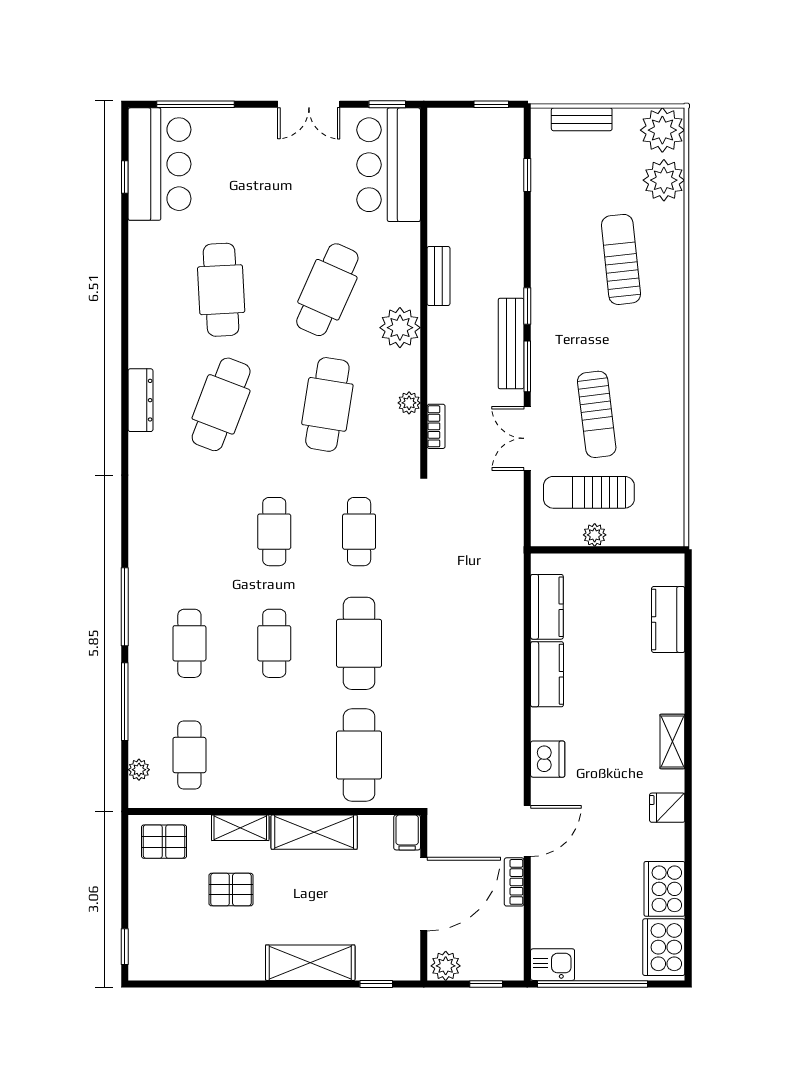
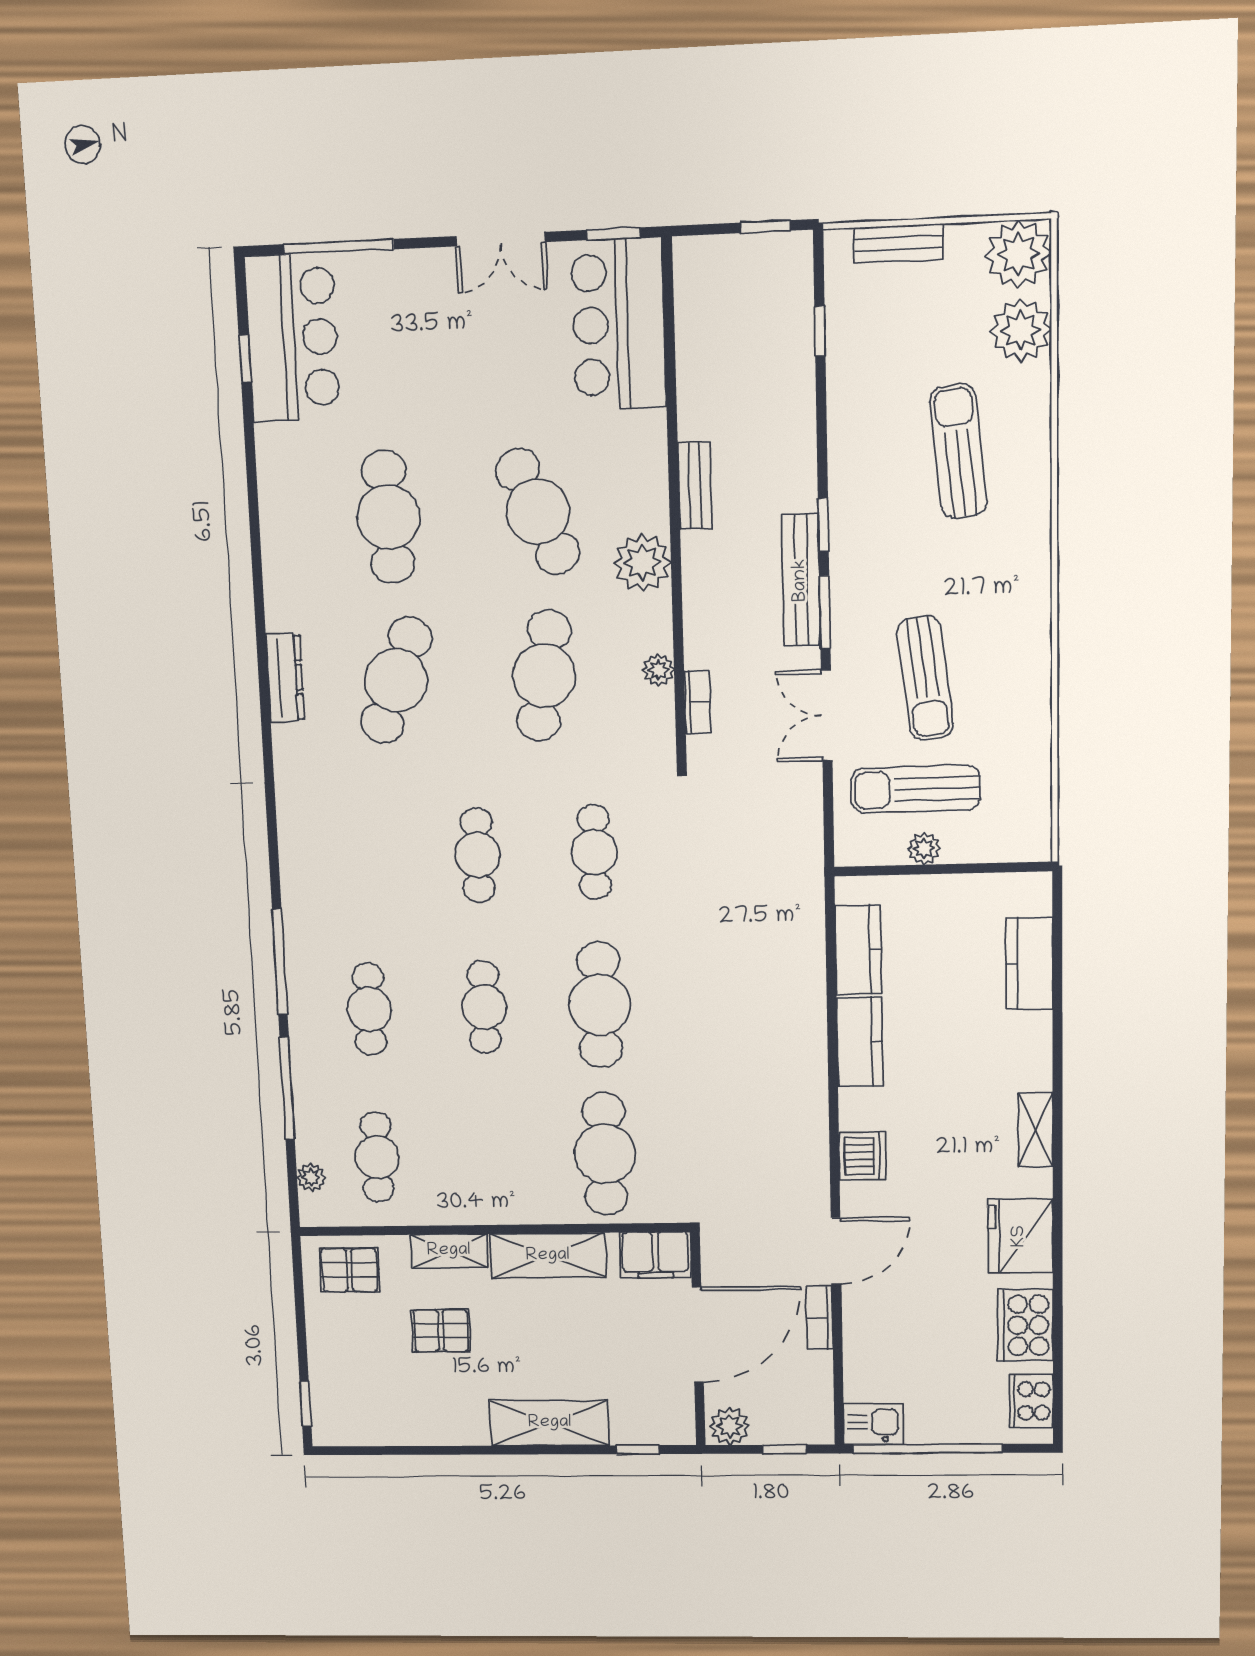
cafe table: (327, 290) -> (538, 512), turned -48
fridge: (667, 808) -> (1020, 1236), width x1.88, depth x1.34
filing cabinet: (407, 832) -> (655, 1255), width x2.00
cooker: (664, 947) -> (1031, 1401), width x0.73, depth x0.76

